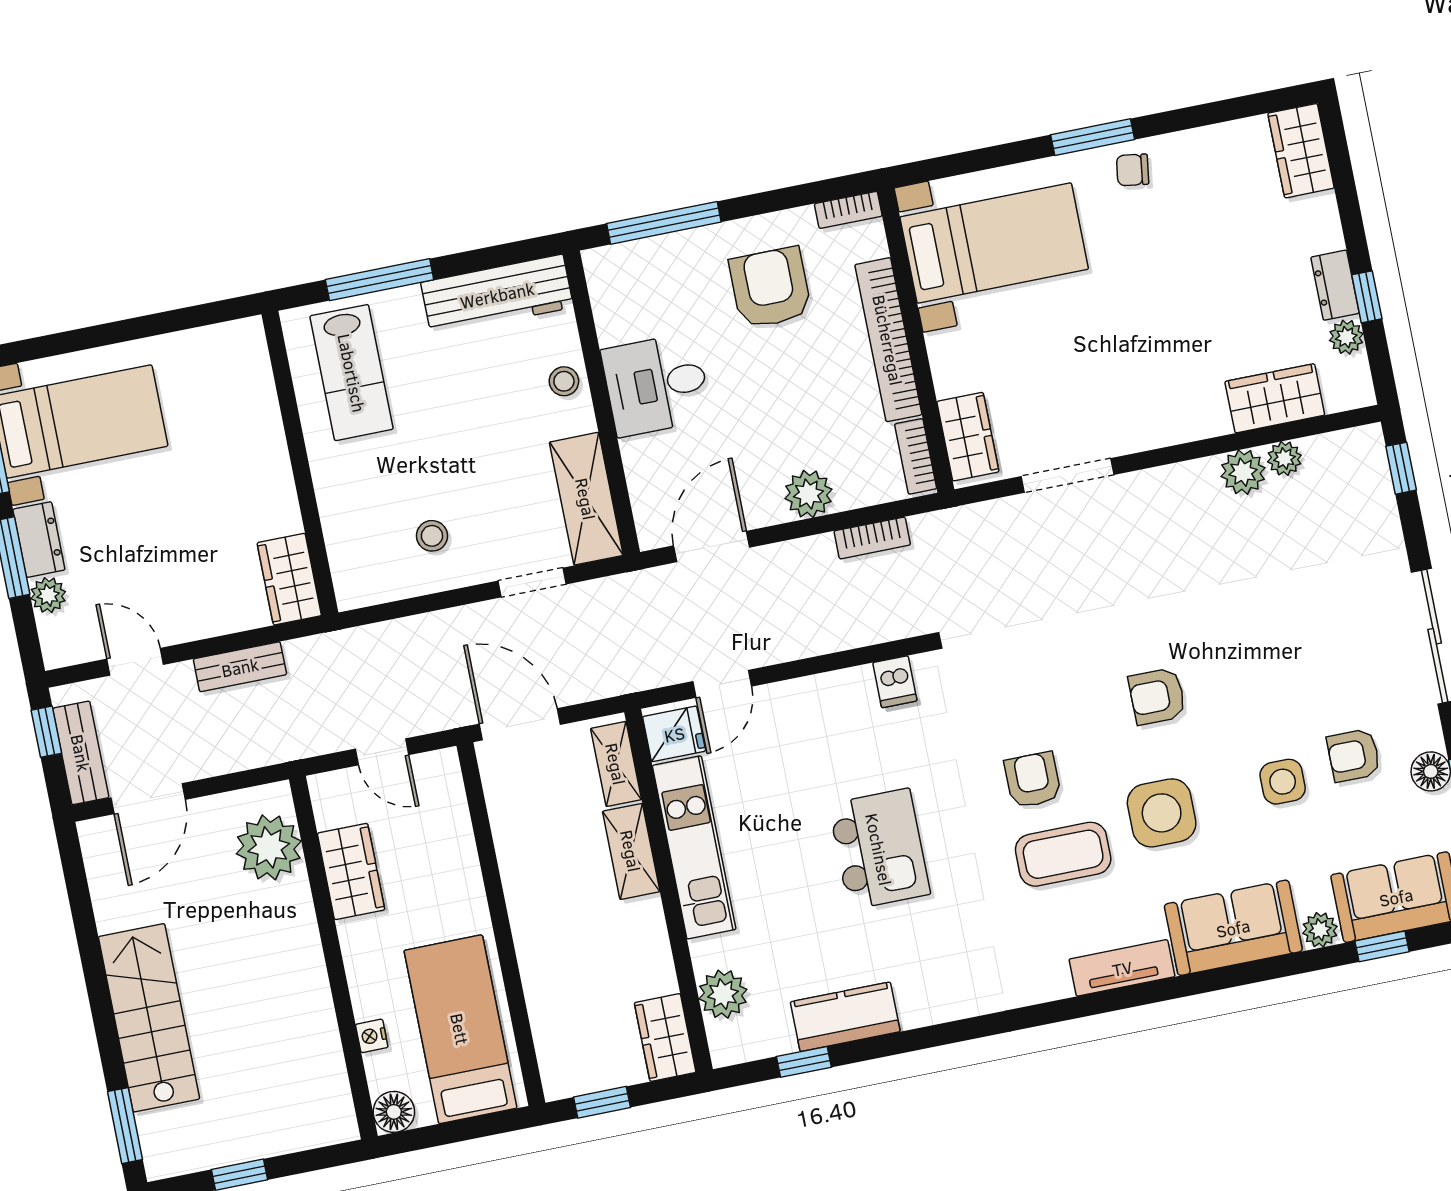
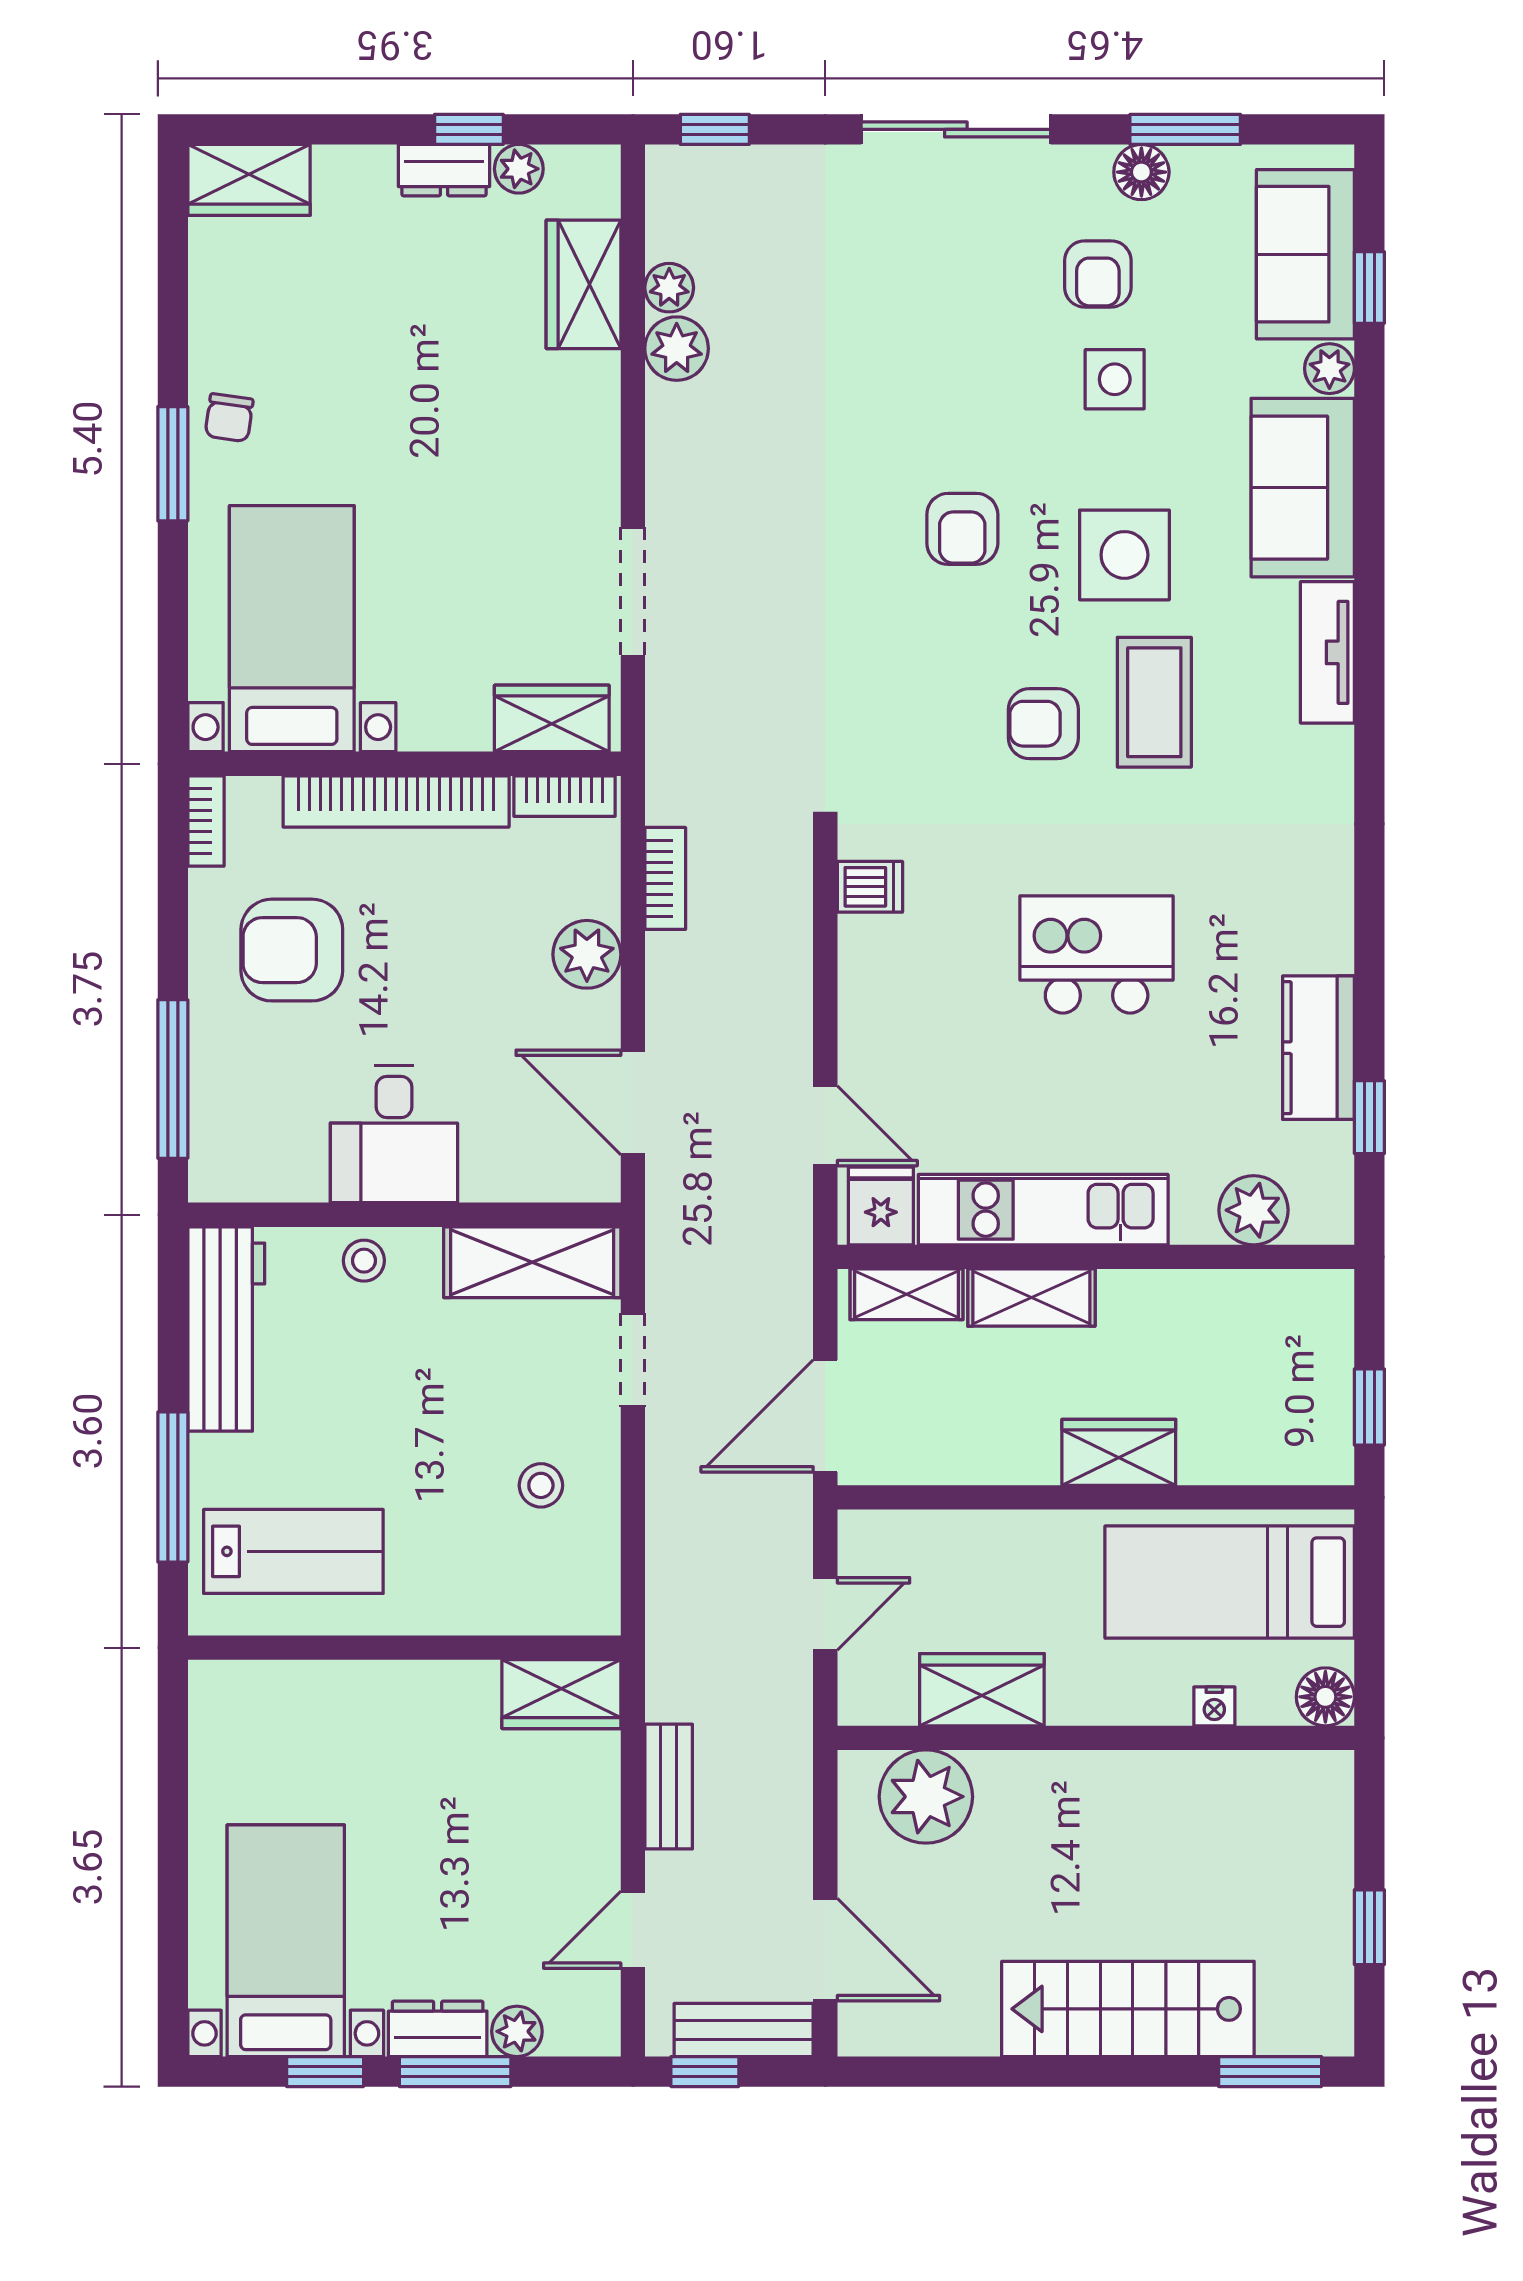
wardrobe: (665, 1037) -> (1119, 1452), moved, turned 180

